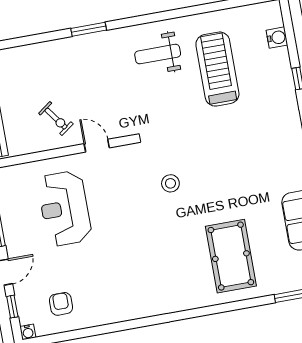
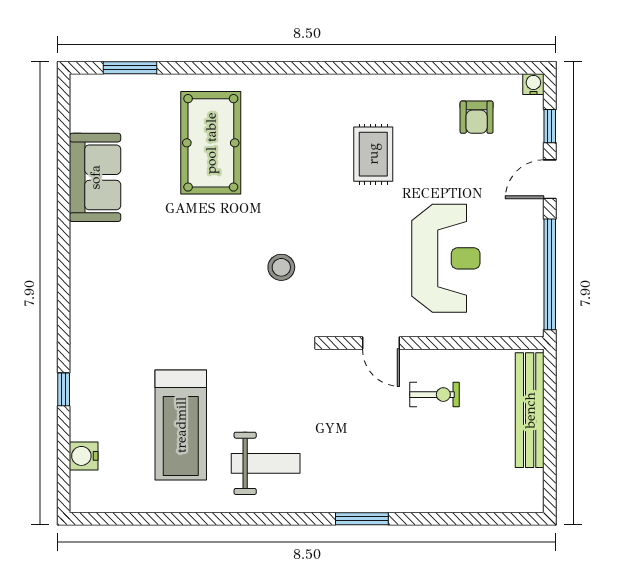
exercise bike: (56, 119) -> (434, 395), turned 126
rug: (124, 268) -> (373, 154), added

